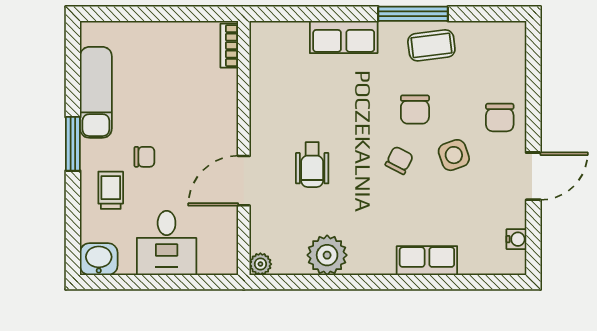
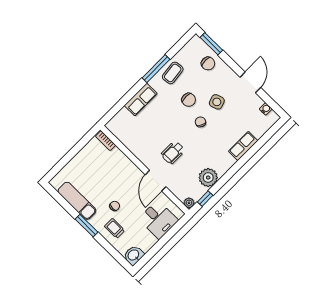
window: (533, 60) -> (211, 44), added
chair: (500, 118) -> (208, 63), moved
wheelchair: (312, 165) -> (173, 152), turned 90
desk: (167, 243) -> (158, 220), moved
window: (291, 282) -> (205, 199), added

